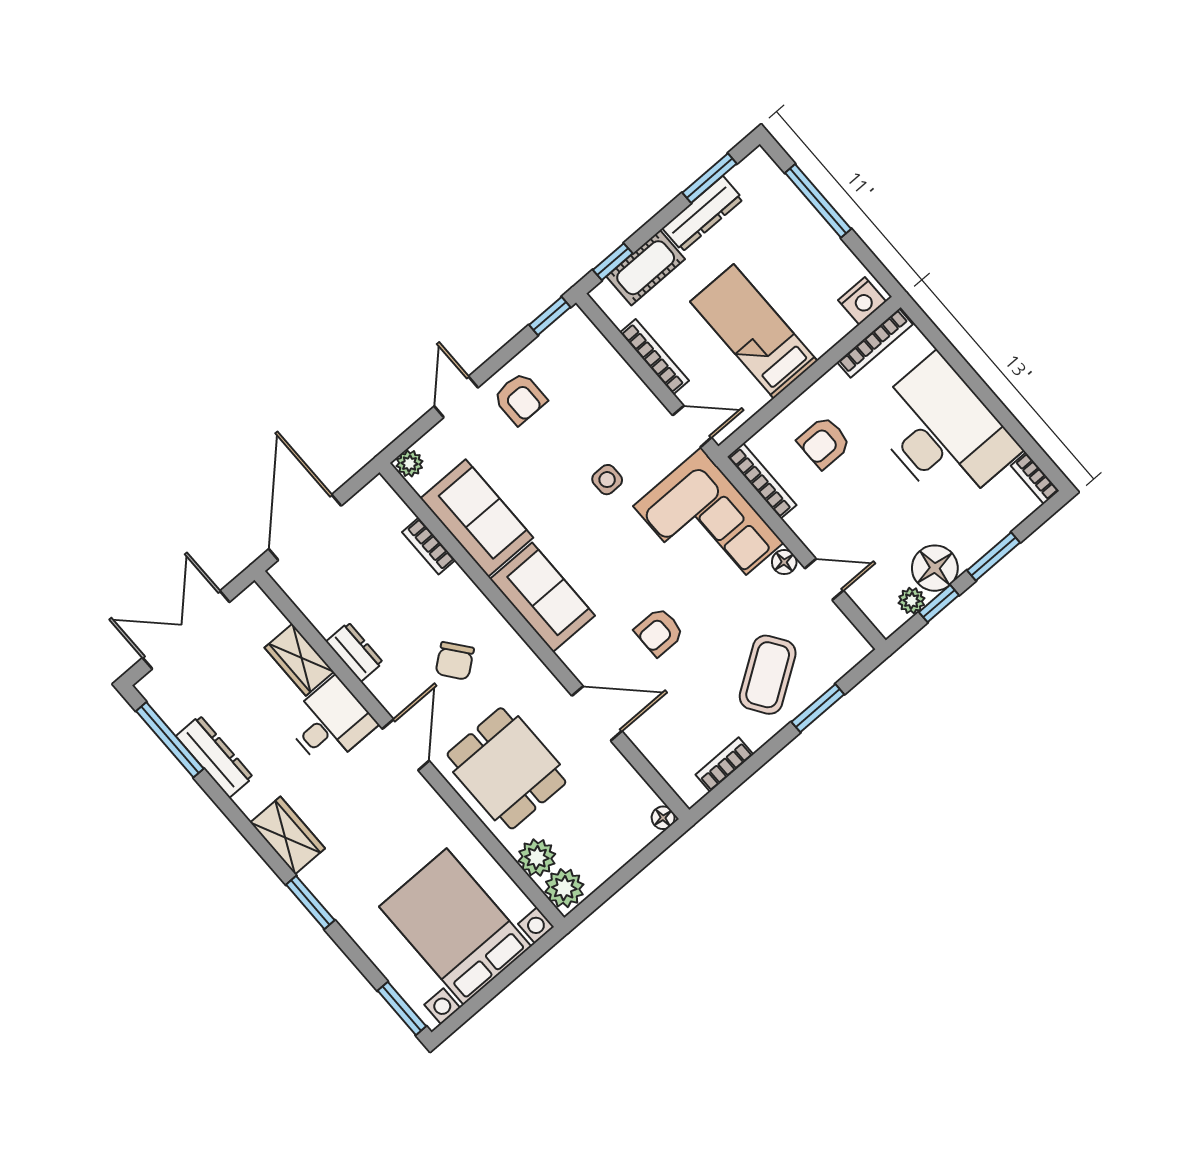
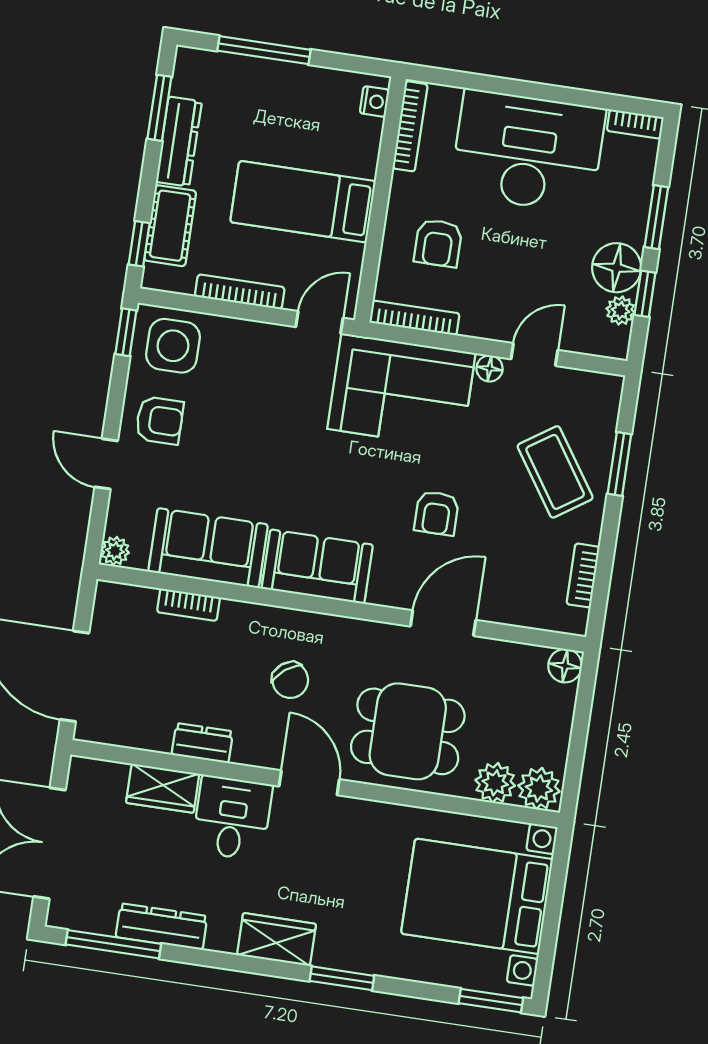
nightstand: (862, 301) -> (374, 101), width x0.72, depth x0.74
side table: (607, 480) -> (173, 346), moved, width x1.87, depth x1.87
floor lamp: (663, 818) -> (565, 666), width x1.37, depth x1.37

